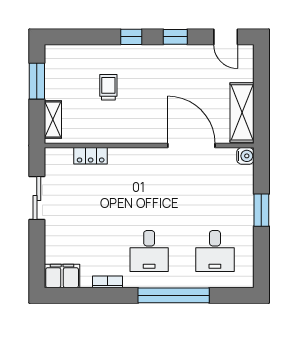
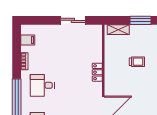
locker: (91, 156) -> (97, 72), moved
filing cabinet: (62, 276) -> (28, 40), width x0.50

